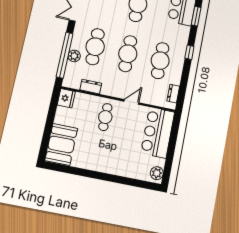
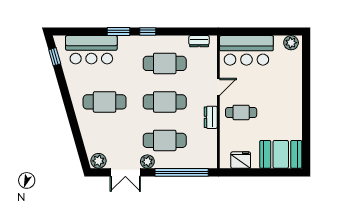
window: (196, 16) -> (119, 32), moved
plant: (74, 56) -> (147, 162), moved
dresser: (91, 87) -> (211, 117), moved
fridge: (66, 98) -> (241, 160), moved
door: (131, 102) -> (218, 87), swing flipped

